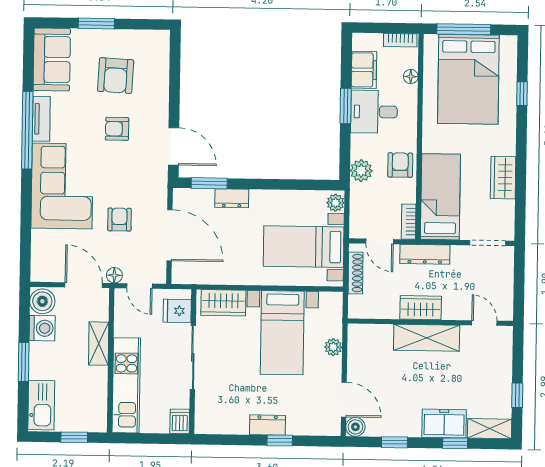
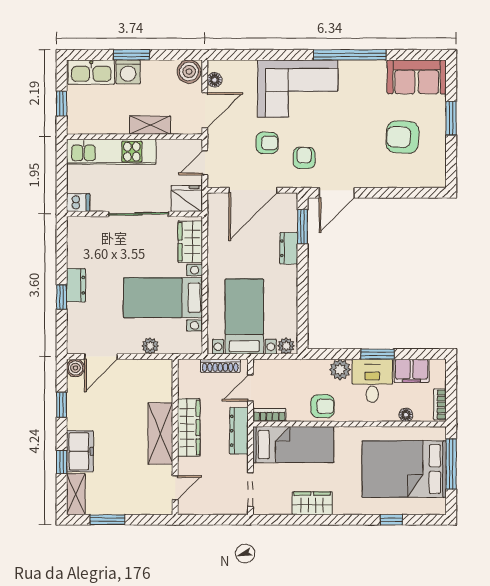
tv unit: (41, 119) -> (361, 68), removed
armchair: (117, 129) -> (304, 158), moved
plant: (361, 171) -> (340, 370), moved
floor lamp: (114, 275) -> (215, 80), moved
wardrobe: (421, 308) -> (189, 428), width x1.50
fridge: (177, 311) -> (186, 199), width x1.38
washing machine: (42, 328) -> (128, 72), moved
window: (517, 395) -> (108, 520), width x1.50

